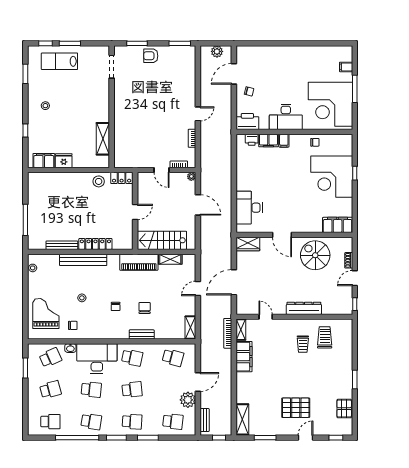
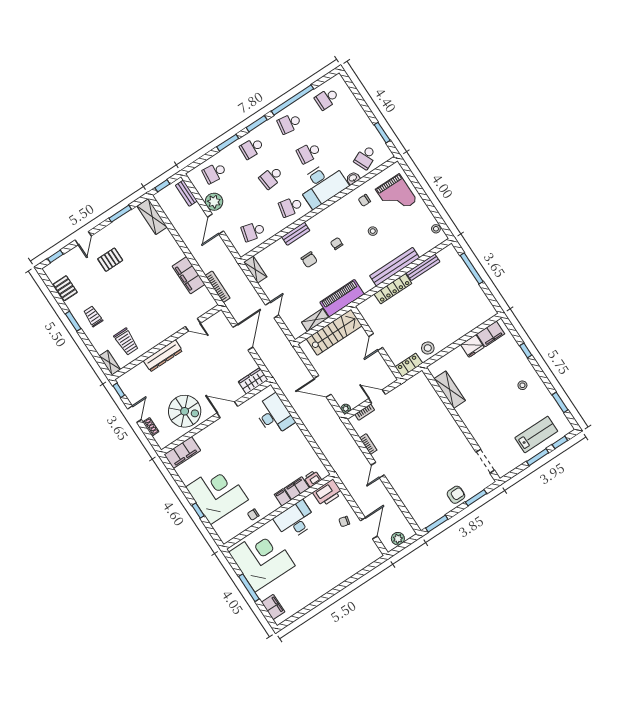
filing cabinet: (346, 67) -> (273, 607), width x2.00
shelving: (241, 330) -> (110, 363), moved
trolley: (303, 344) -> (93, 316), moved
school desk: (50, 390) -> (346, 128), removed
pallet: (296, 408) -> (110, 260), width x0.67, depth x0.71

